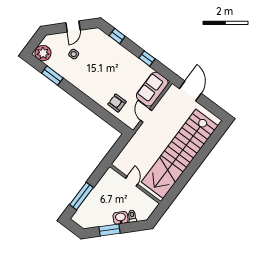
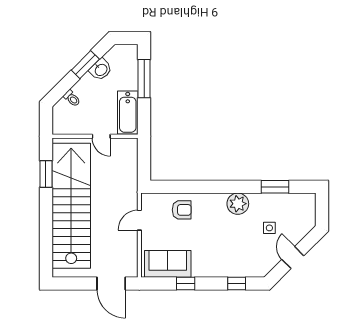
plant: (43, 53) -> (238, 204), moved
sofa: (152, 89) -> (168, 264), moved, turned -90
door: (146, 116) -> (139, 220), swing flipped
bathtub: (106, 183) -> (128, 113), added
window: (180, 183) -> (46, 174), added
washbasin: (121, 218) -> (101, 70), moved

